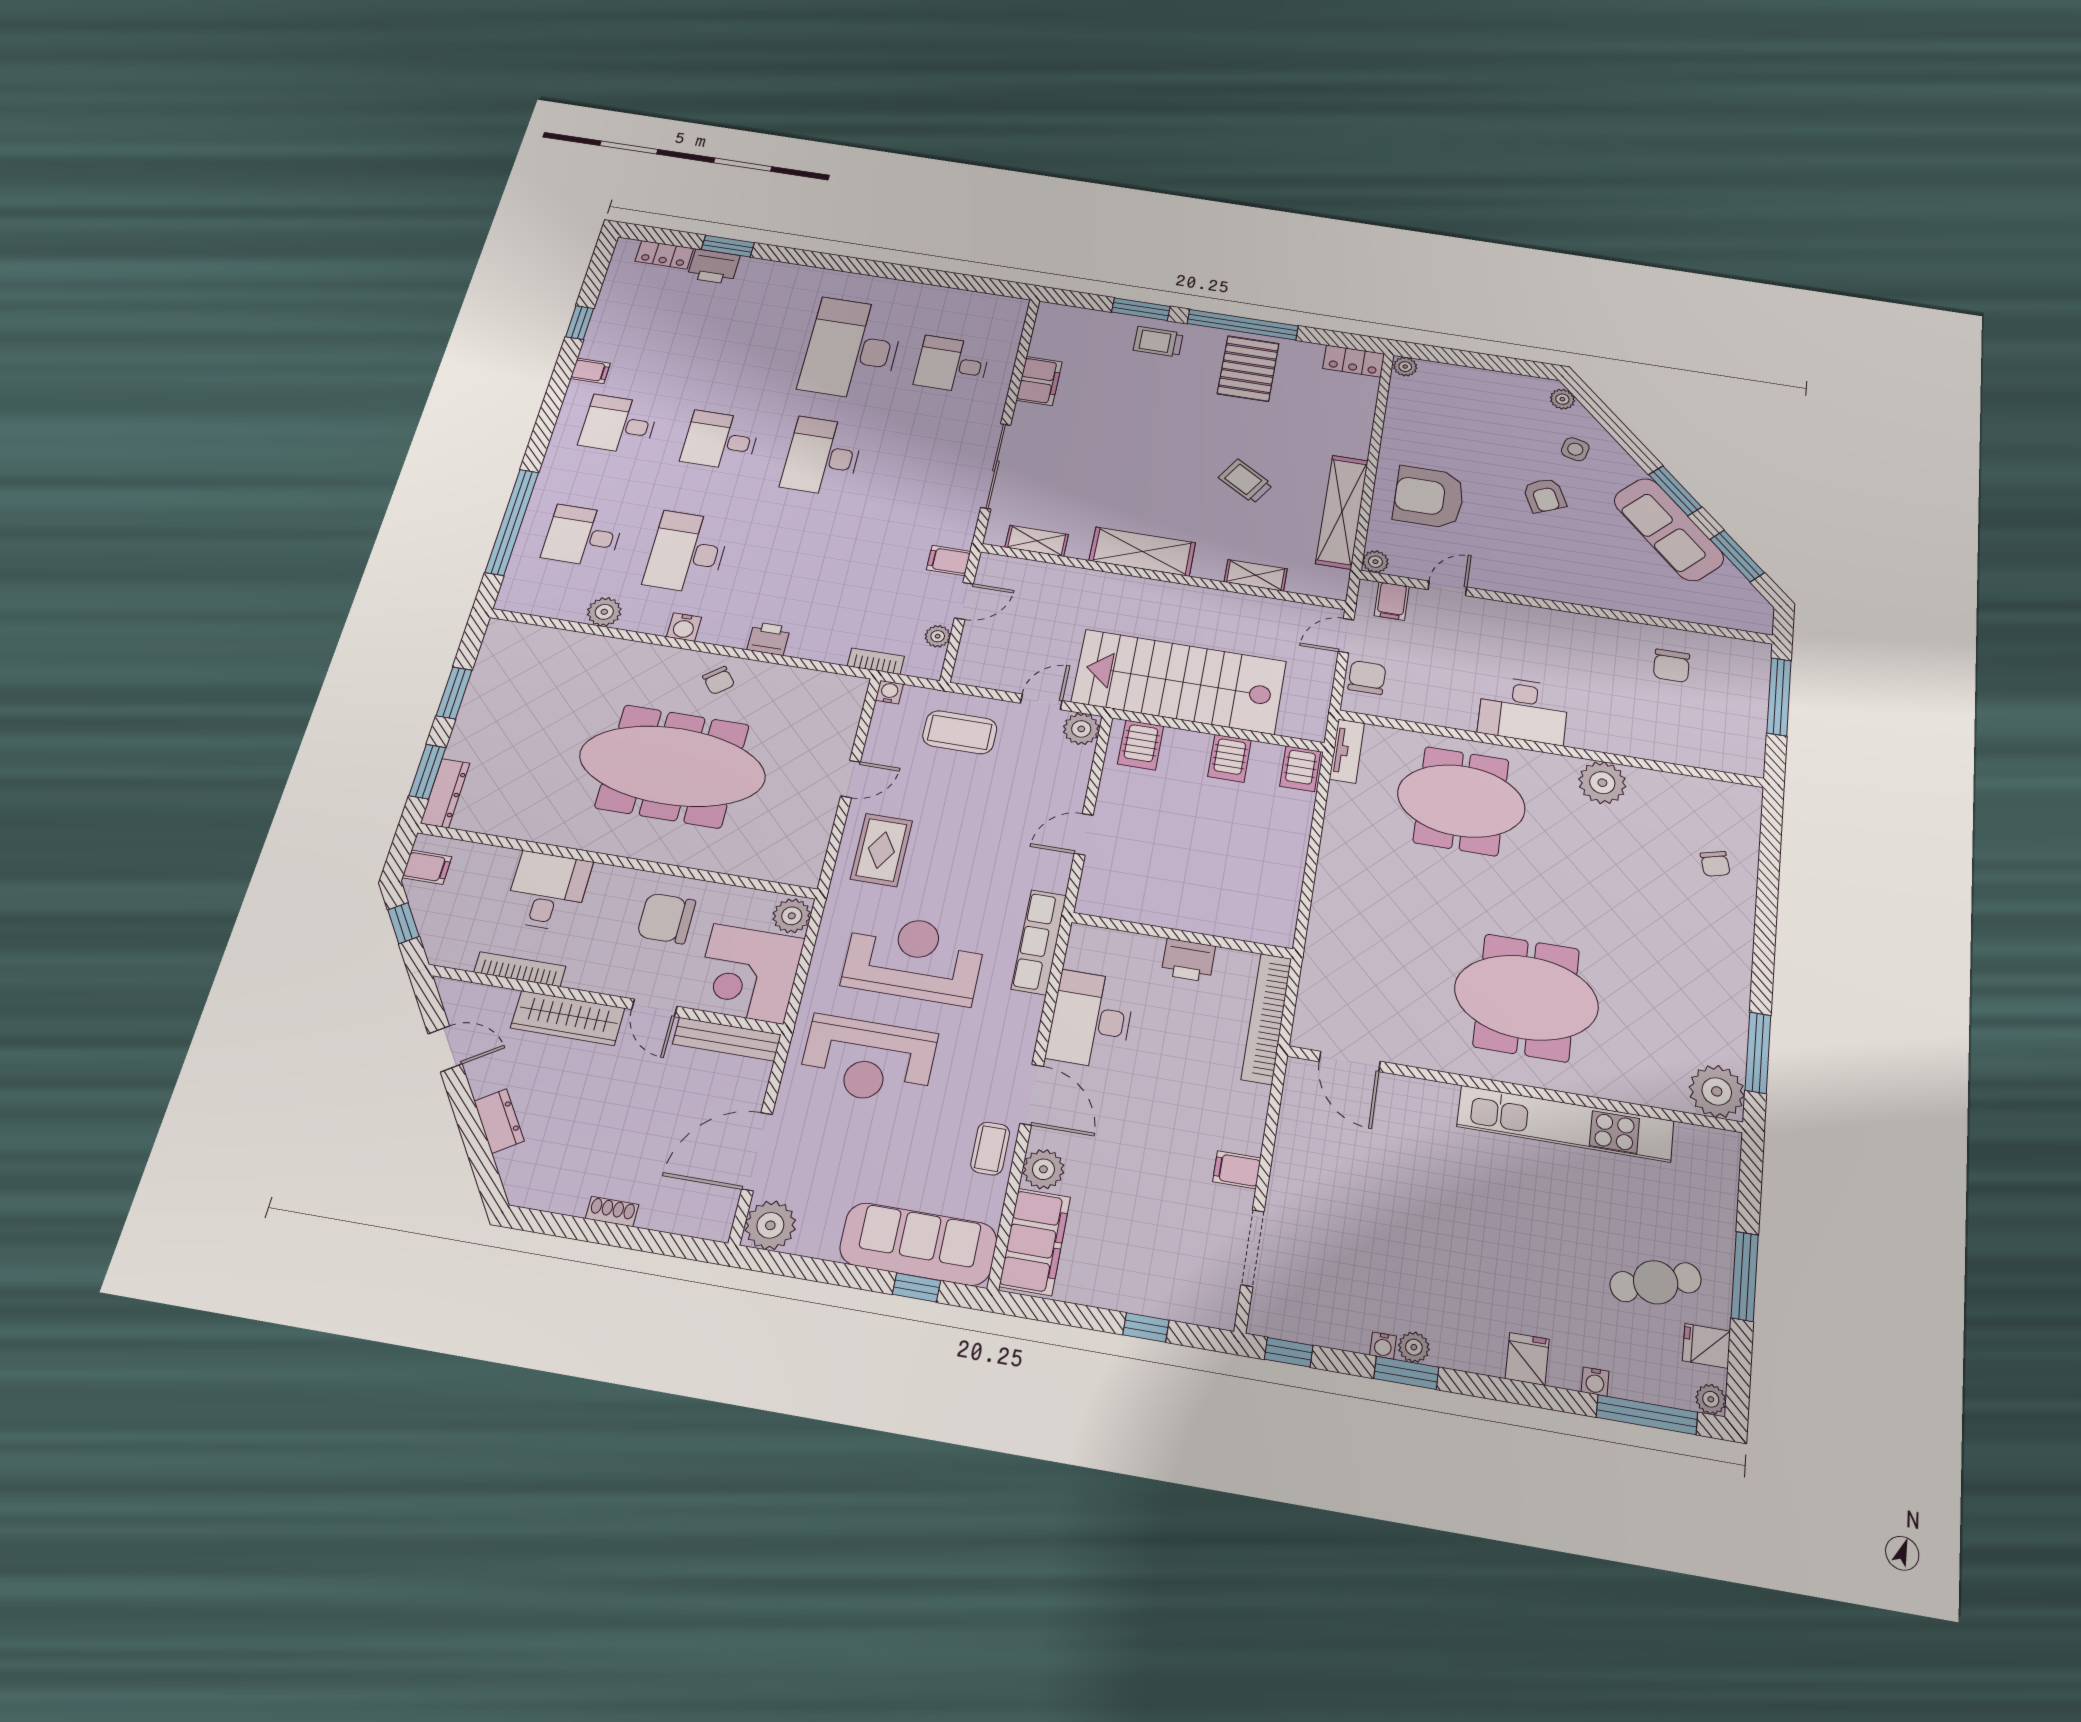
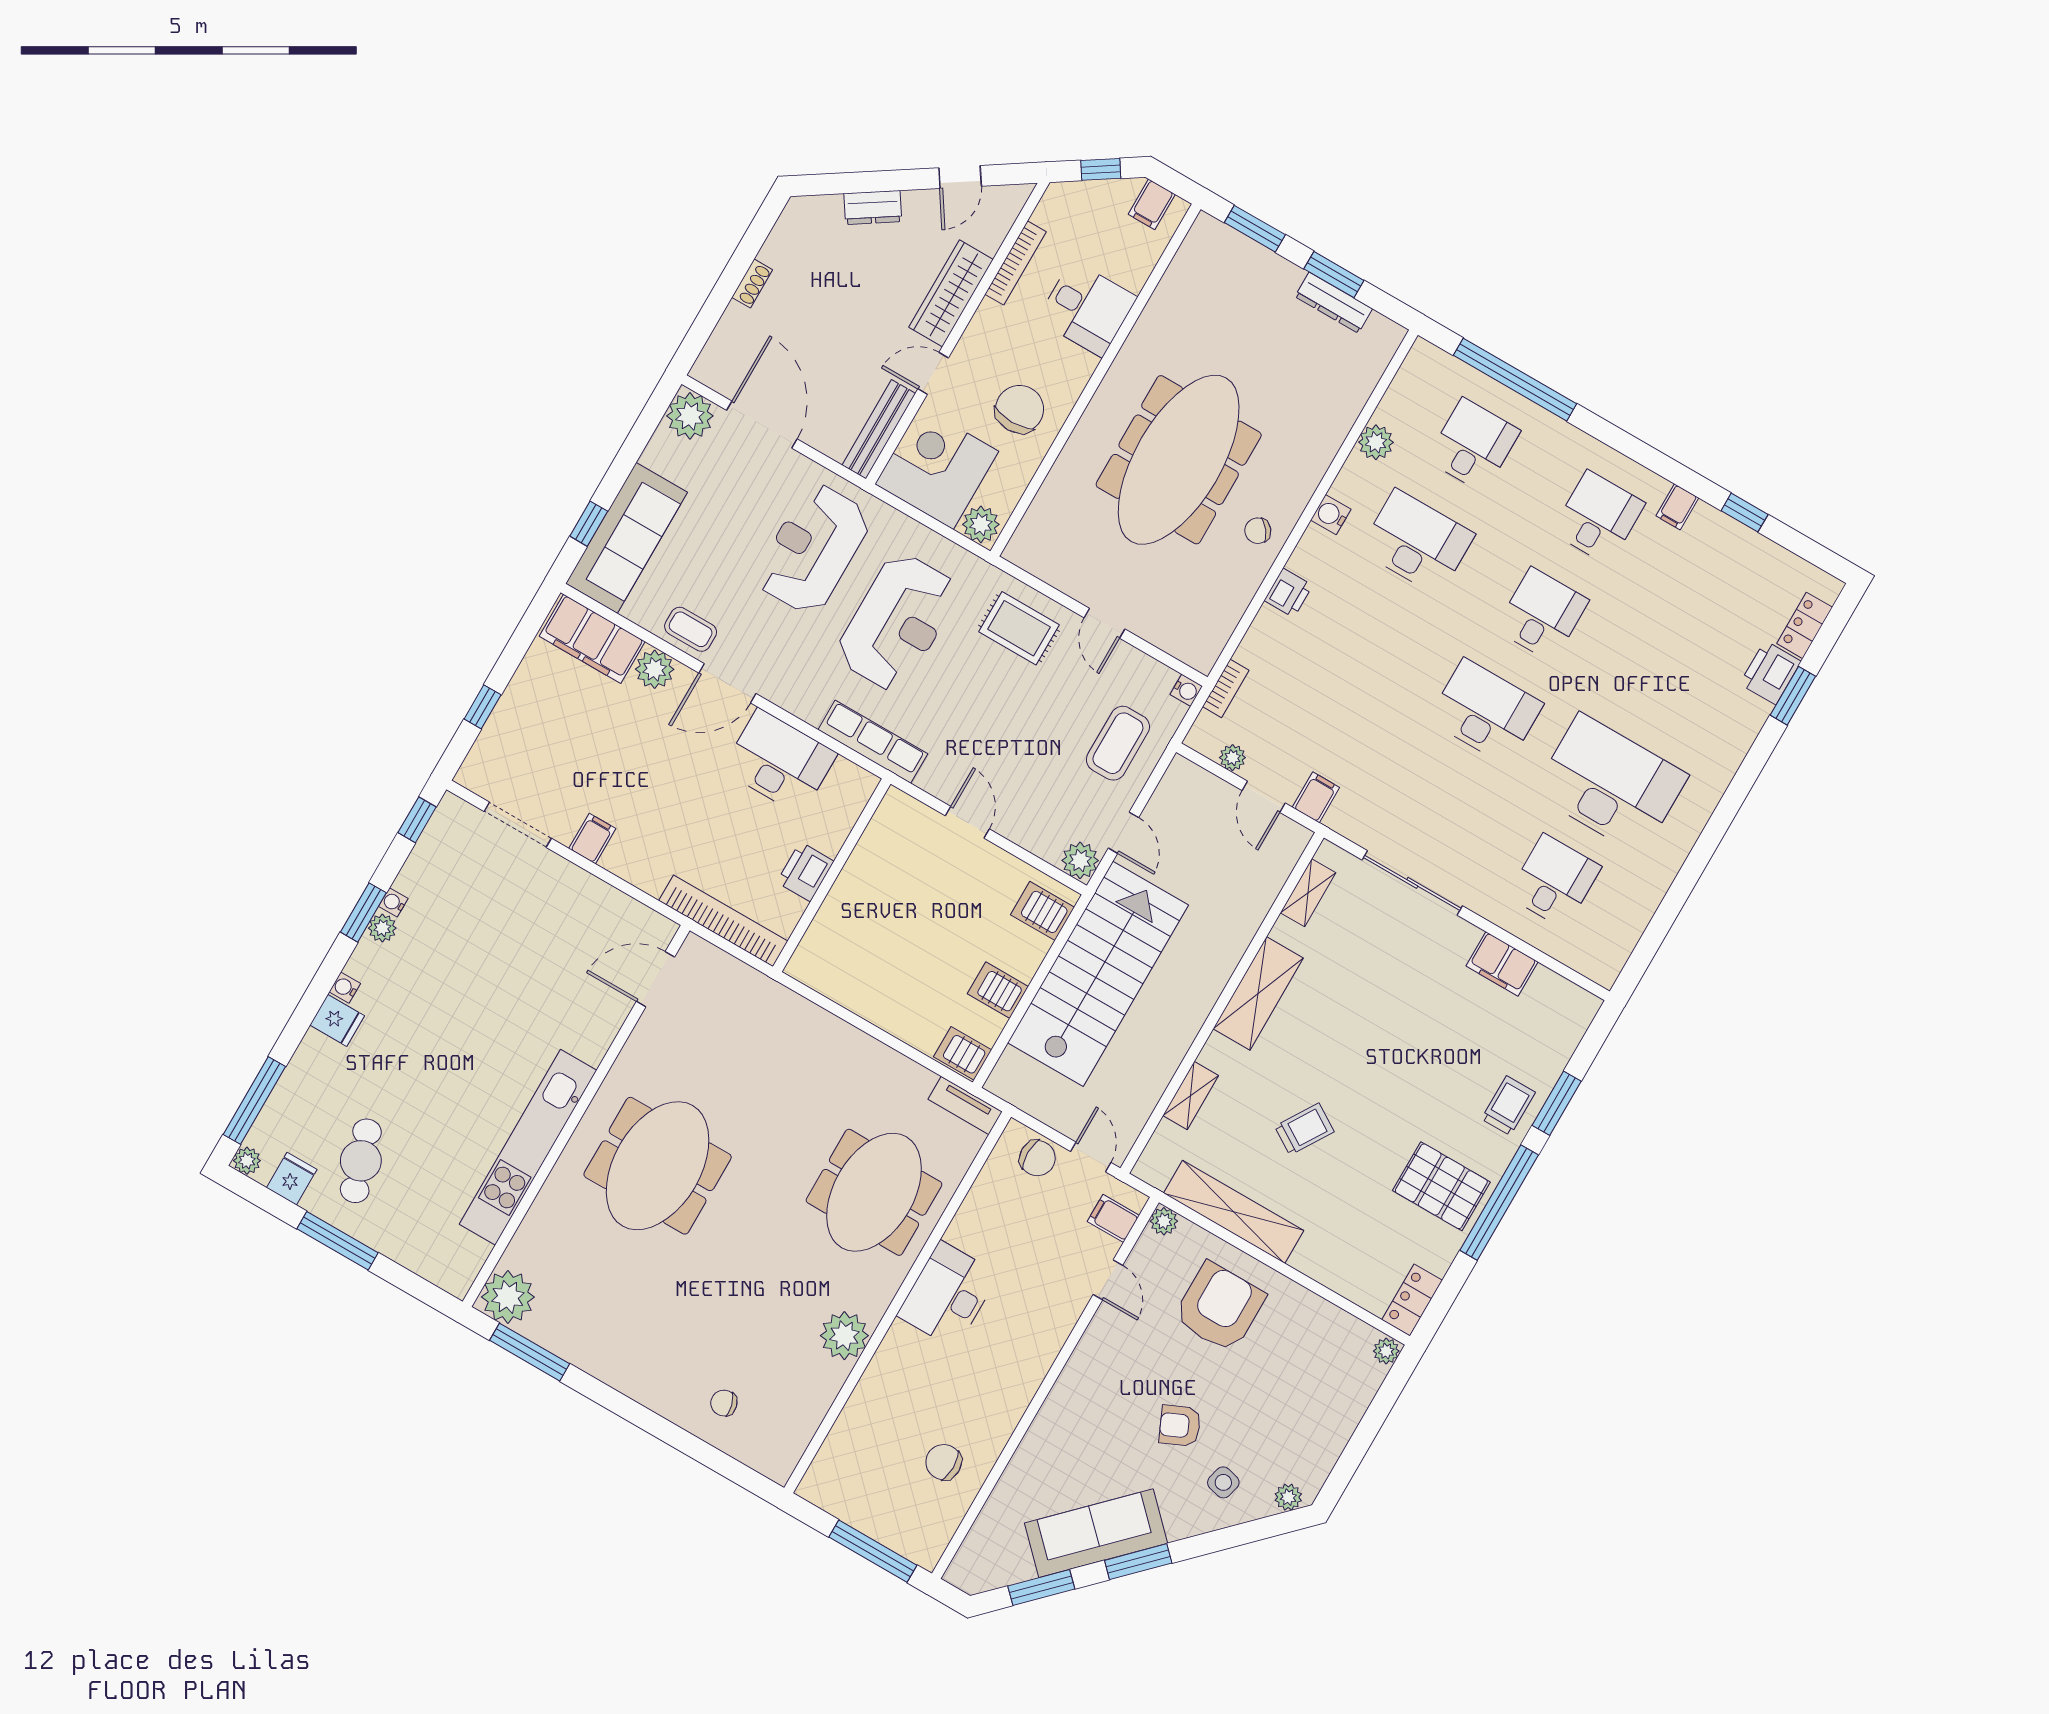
dresser: (445, 793) -> (1334, 303), moved
water cooler: (1595, 1382) -> (345, 988), moved

